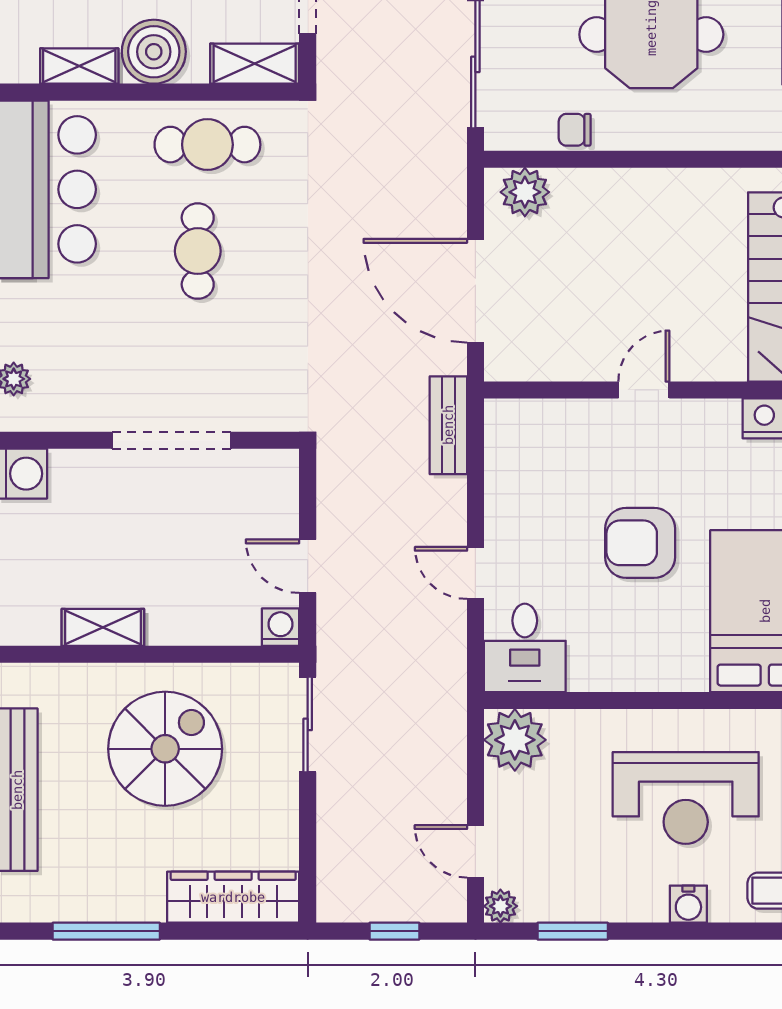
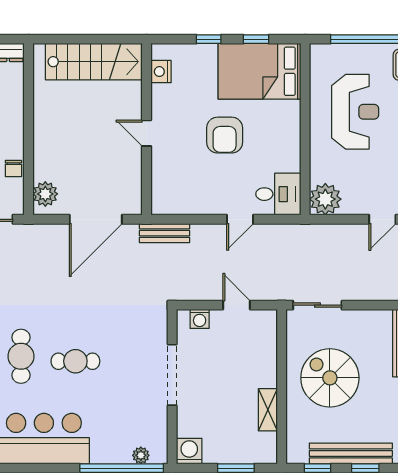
door: (308, 566) -> (237, 305), swing flipped
washing machine: (281, 627) -> (200, 319), moved, turned -90

